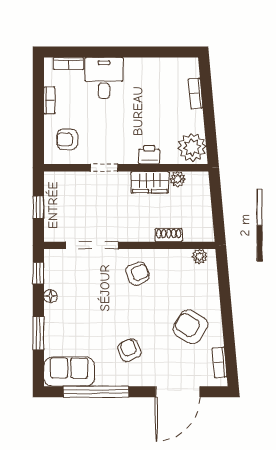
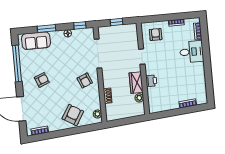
plant: (192, 147) -> (158, 104), removed
armchair: (190, 327) -> (73, 115), moved
sofa: (69, 372) -> (36, 41), moved, turned 90

